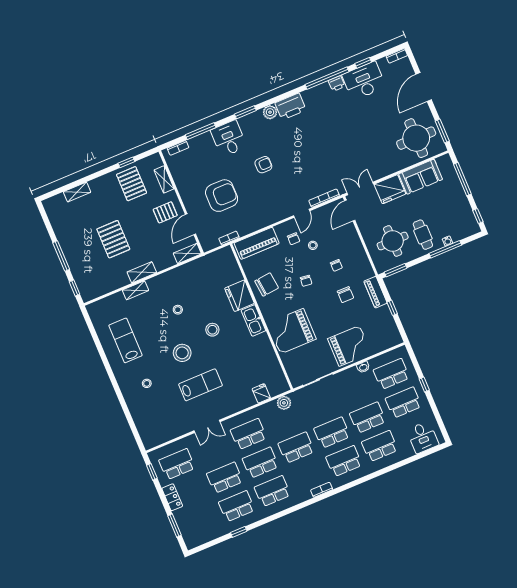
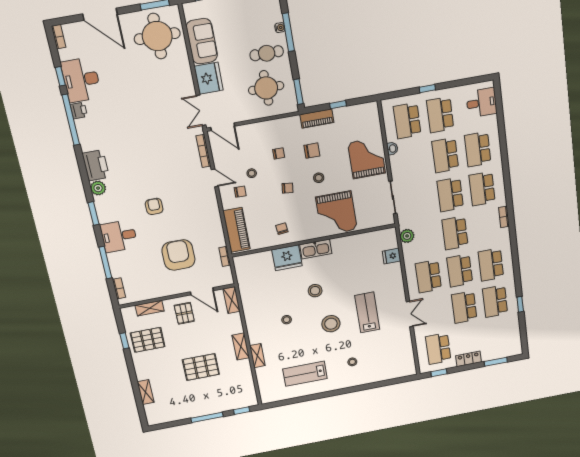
chair: (267, 284) -> (282, 229), width x0.54, depth x0.54
stool: (322, 307) -> (319, 178), added

